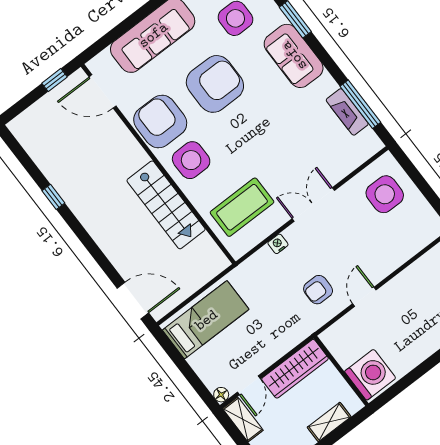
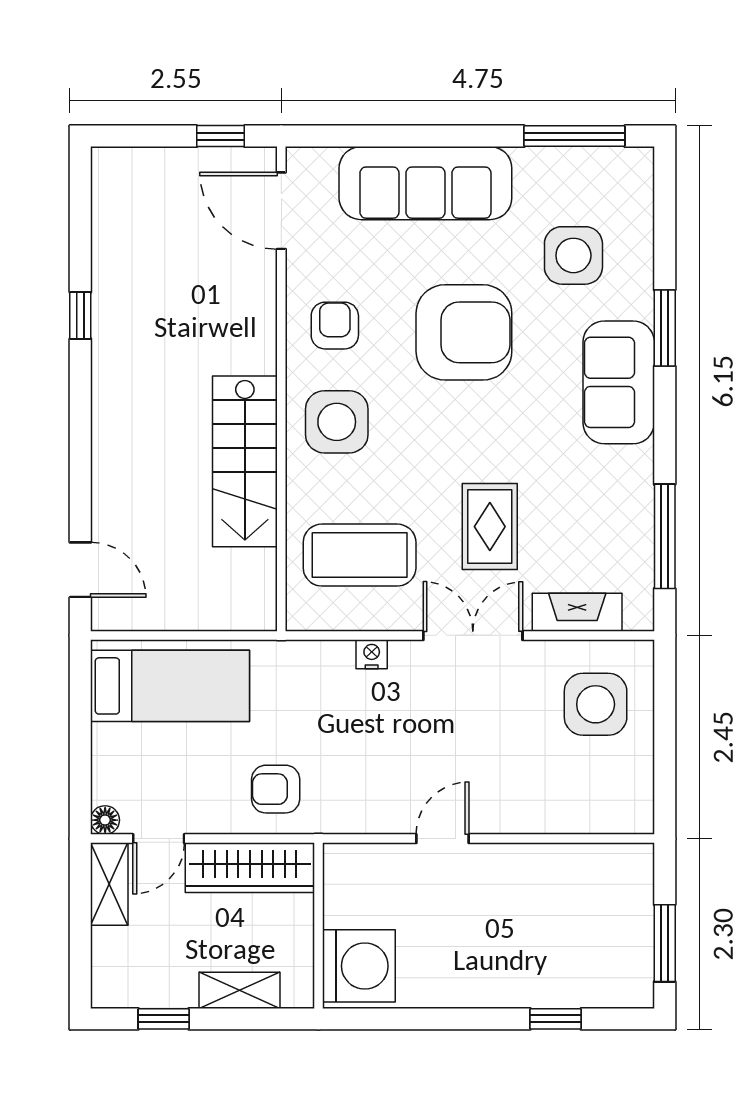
fireplace: (347, 112) -> (577, 612), moved, turned 90
armchair: (160, 121) -> (335, 326), width x0.53, depth x0.53
rug: (286, 155) -> (490, 527), added
armchair: (318, 290) -> (276, 789), moved
door: (133, 300) -> (80, 570), width x0.73

